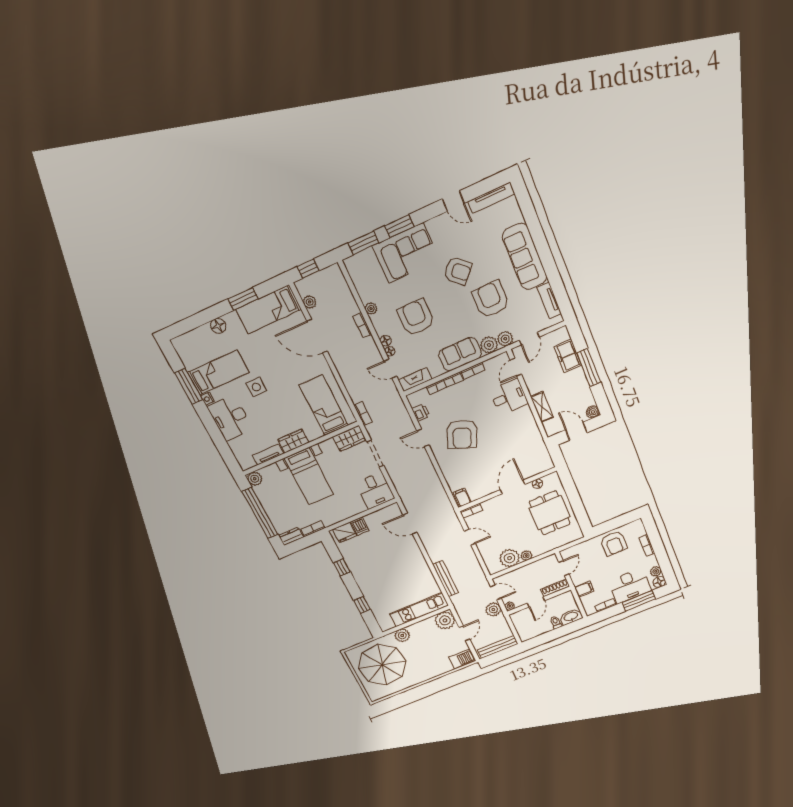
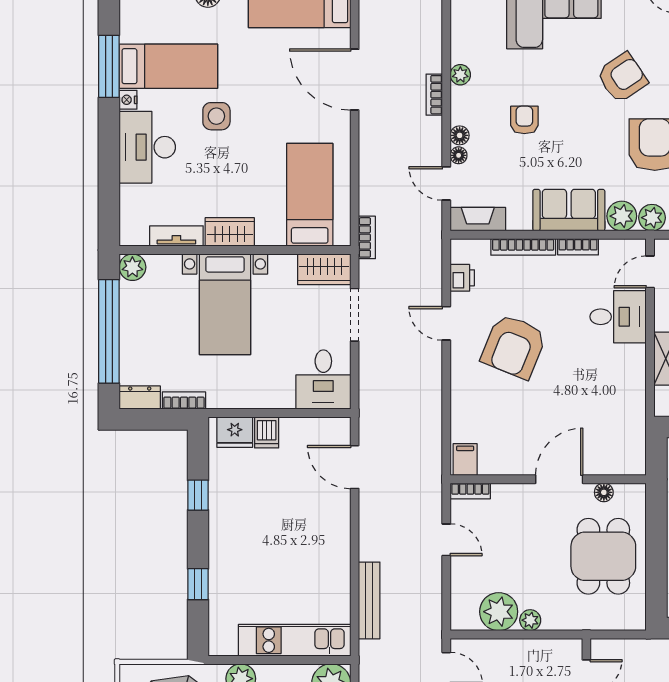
armchair: (458, 271) -> (622, 78), turned -77
plant: (310, 302) -> (369, 22), removed
armchair: (416, 317) -> (524, 120), width x0.53, depth x0.53

